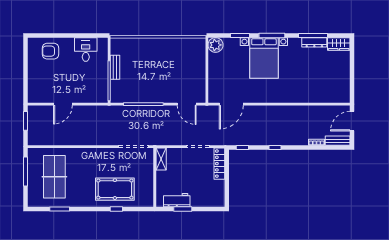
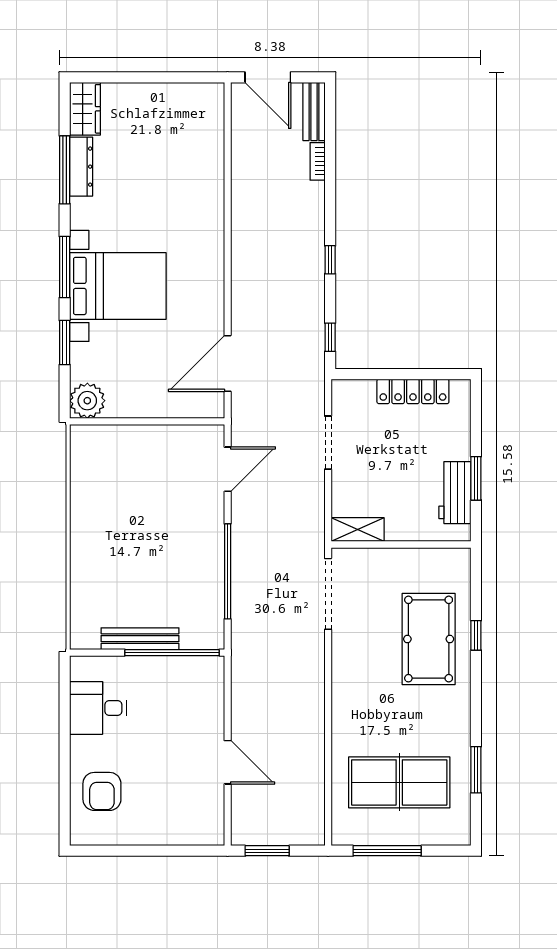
bench: (115, 67) -> (140, 639), width x1.36
door: (231, 104) -> (228, 363), swing flipped
locker: (219, 164) -> (413, 391), moved

